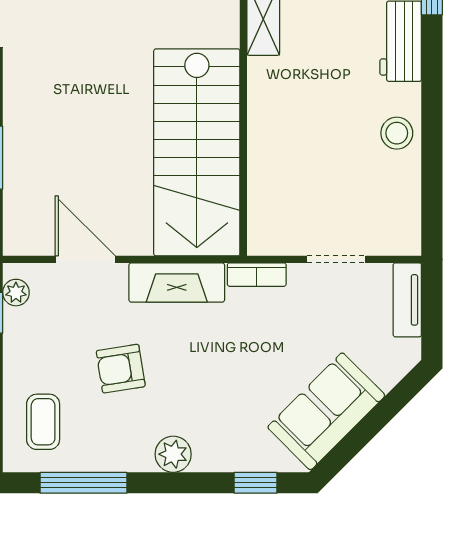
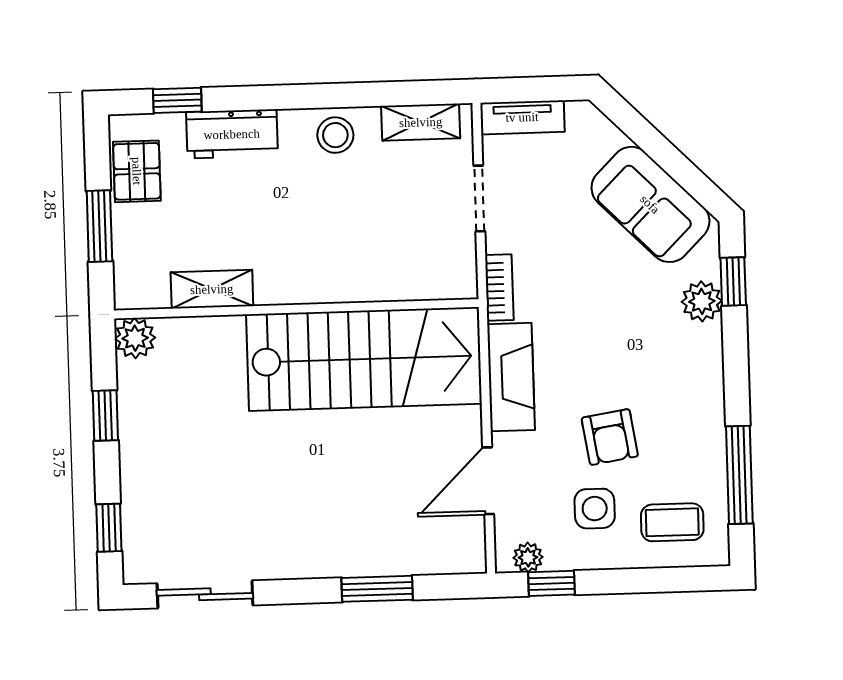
shelving: (406, 209) -> (421, 122), added
side table: (58, 353) -> (595, 509), added
plant: (173, 454) -> (702, 301), moved

